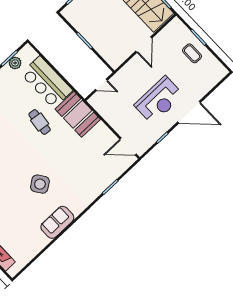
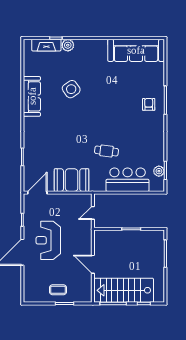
booth: (78, 114) -> (72, 180), moved
side table: (40, 184) -> (71, 89), moved
sofa: (57, 222) -> (32, 96), width x1.36

